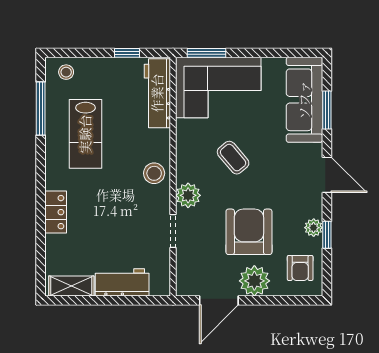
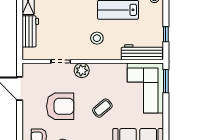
coffee table: (233, 158) -> (102, 108), moved
stool: (154, 173) -> (97, 38), moved
plant: (254, 281) -> (31, 110), removed

